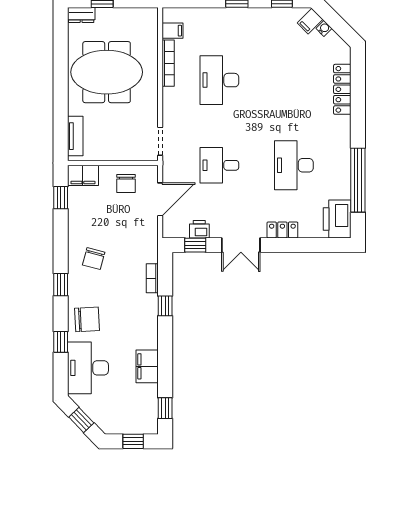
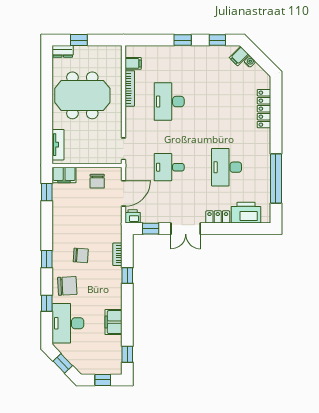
printer: (337, 219) -> (246, 213), moved, turned 90
printer: (199, 229) -> (133, 216), moved
chair: (94, 259) -> (81, 255), moved, turned -101

